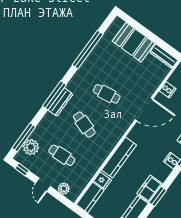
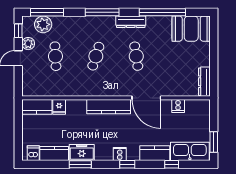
booth: (134, 42) -> (191, 29), moved, turned 90
dresser: (60, 102) -> (131, 22), moved
kitchen counter: (119, 158) -> (109, 107), moved
plant: (64, 188) -> (28, 44), moved

